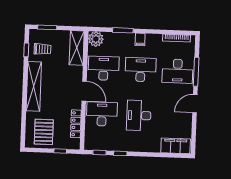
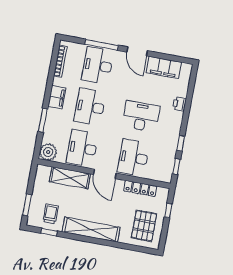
filing cabinet: (140, 39) -> (57, 97), width x2.00
shelving: (77, 48) -> (70, 178), moved
desk: (178, 71) -> (98, 65), turned 180
door: (84, 91) -> (105, 174), swing flipped
desk: (139, 115) -> (141, 116), turned 180
pallet: (44, 132) -> (144, 226), turned 90
filing cabinet: (176, 146) -> (164, 67), moved, turned -90
printer: (154, 147) -> (179, 104), added

